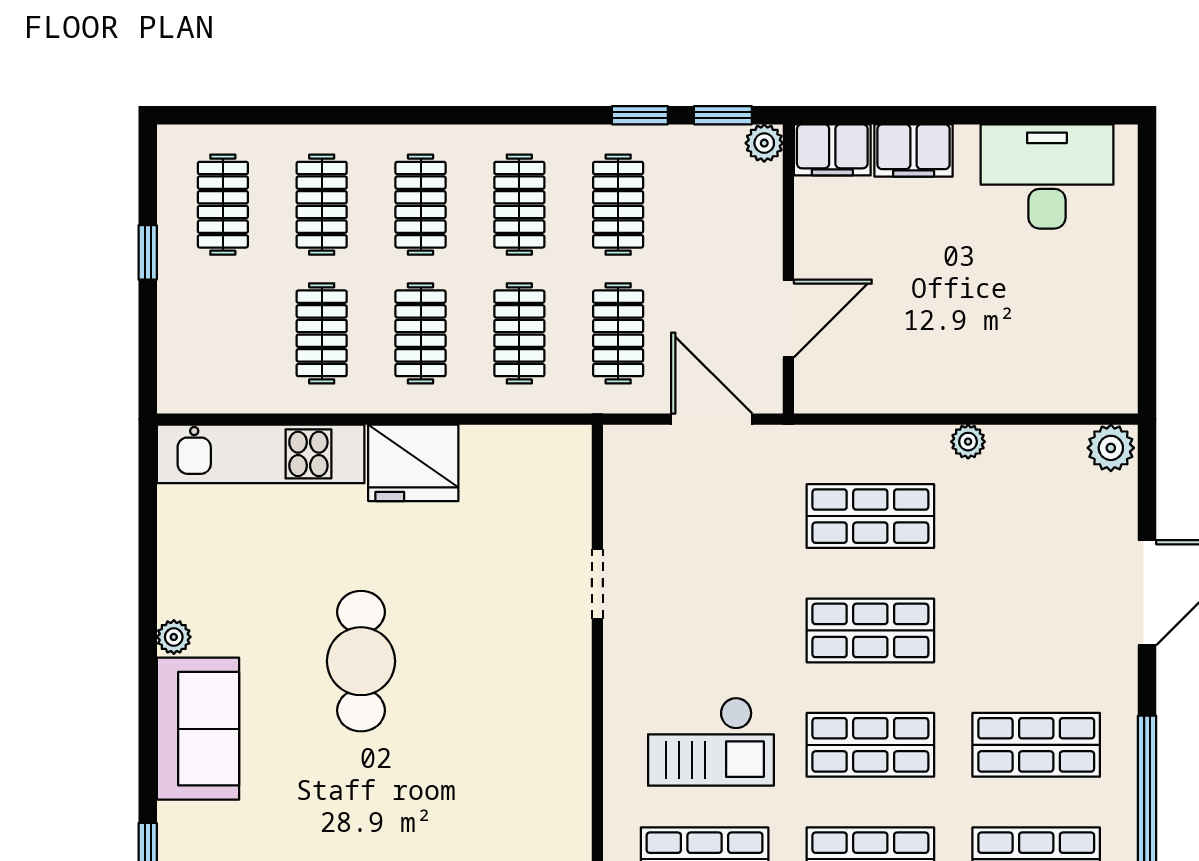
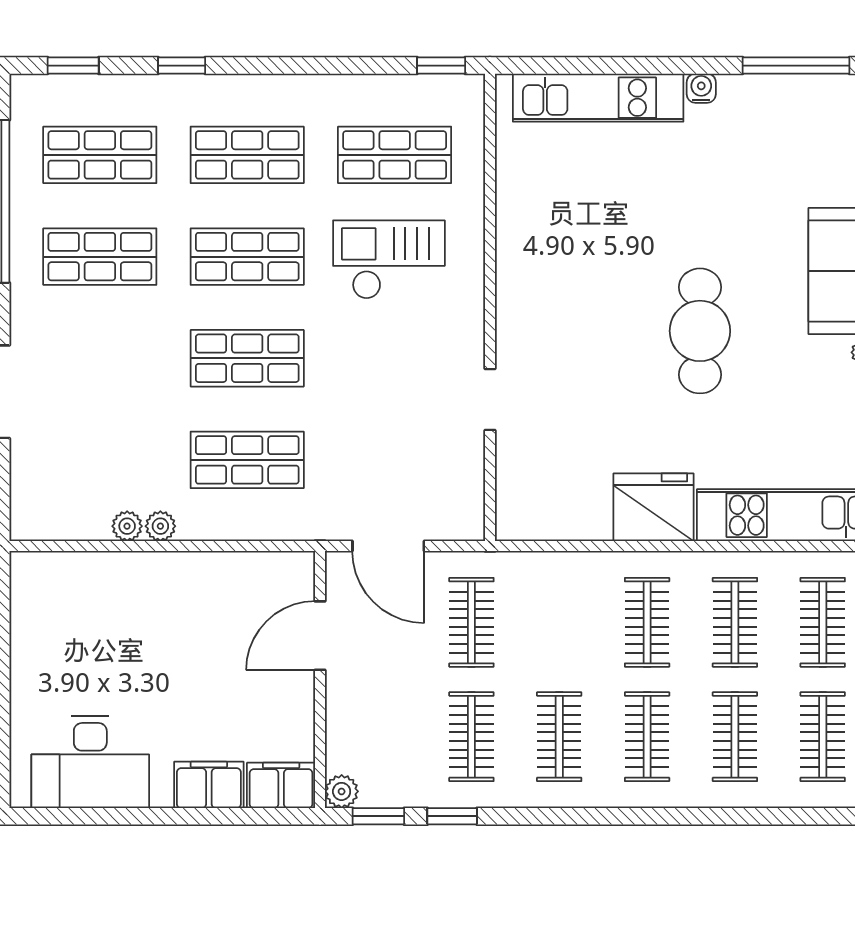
clothes rail: (519, 333) -> (823, 622), moved
plant: (1111, 448) -> (127, 526), moved, width x0.73, depth x0.73

